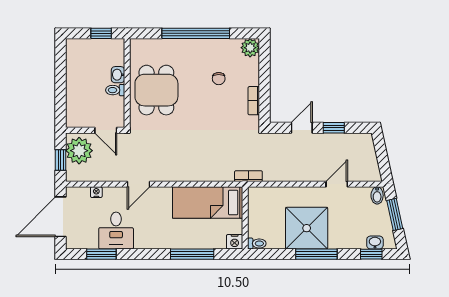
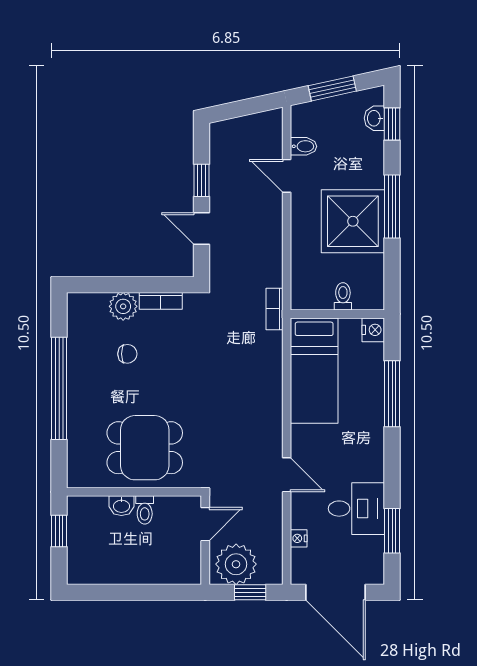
plant: (250, 48) -> (123, 306), moved
bidet: (377, 195) -> (304, 146), moved
toilet: (257, 243) -> (343, 296), moved

